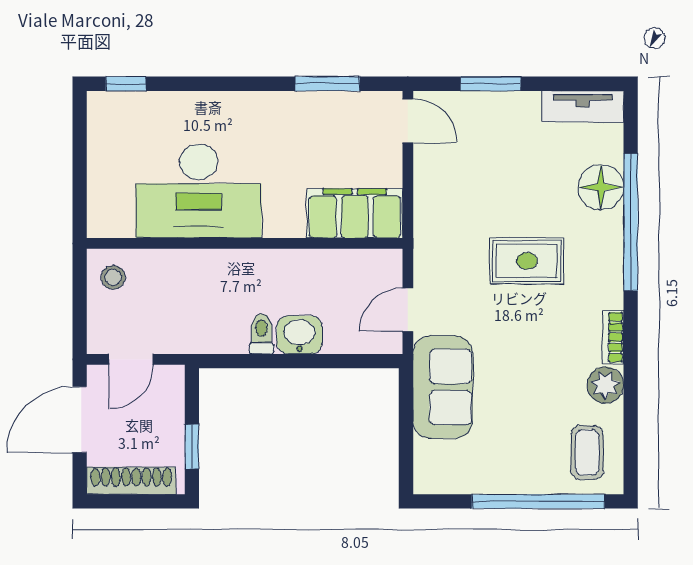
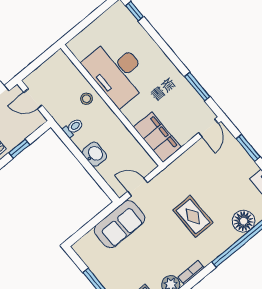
stool: (113, 277) -> (86, 99), moved
toilet: (262, 334) -> (73, 128), moved

